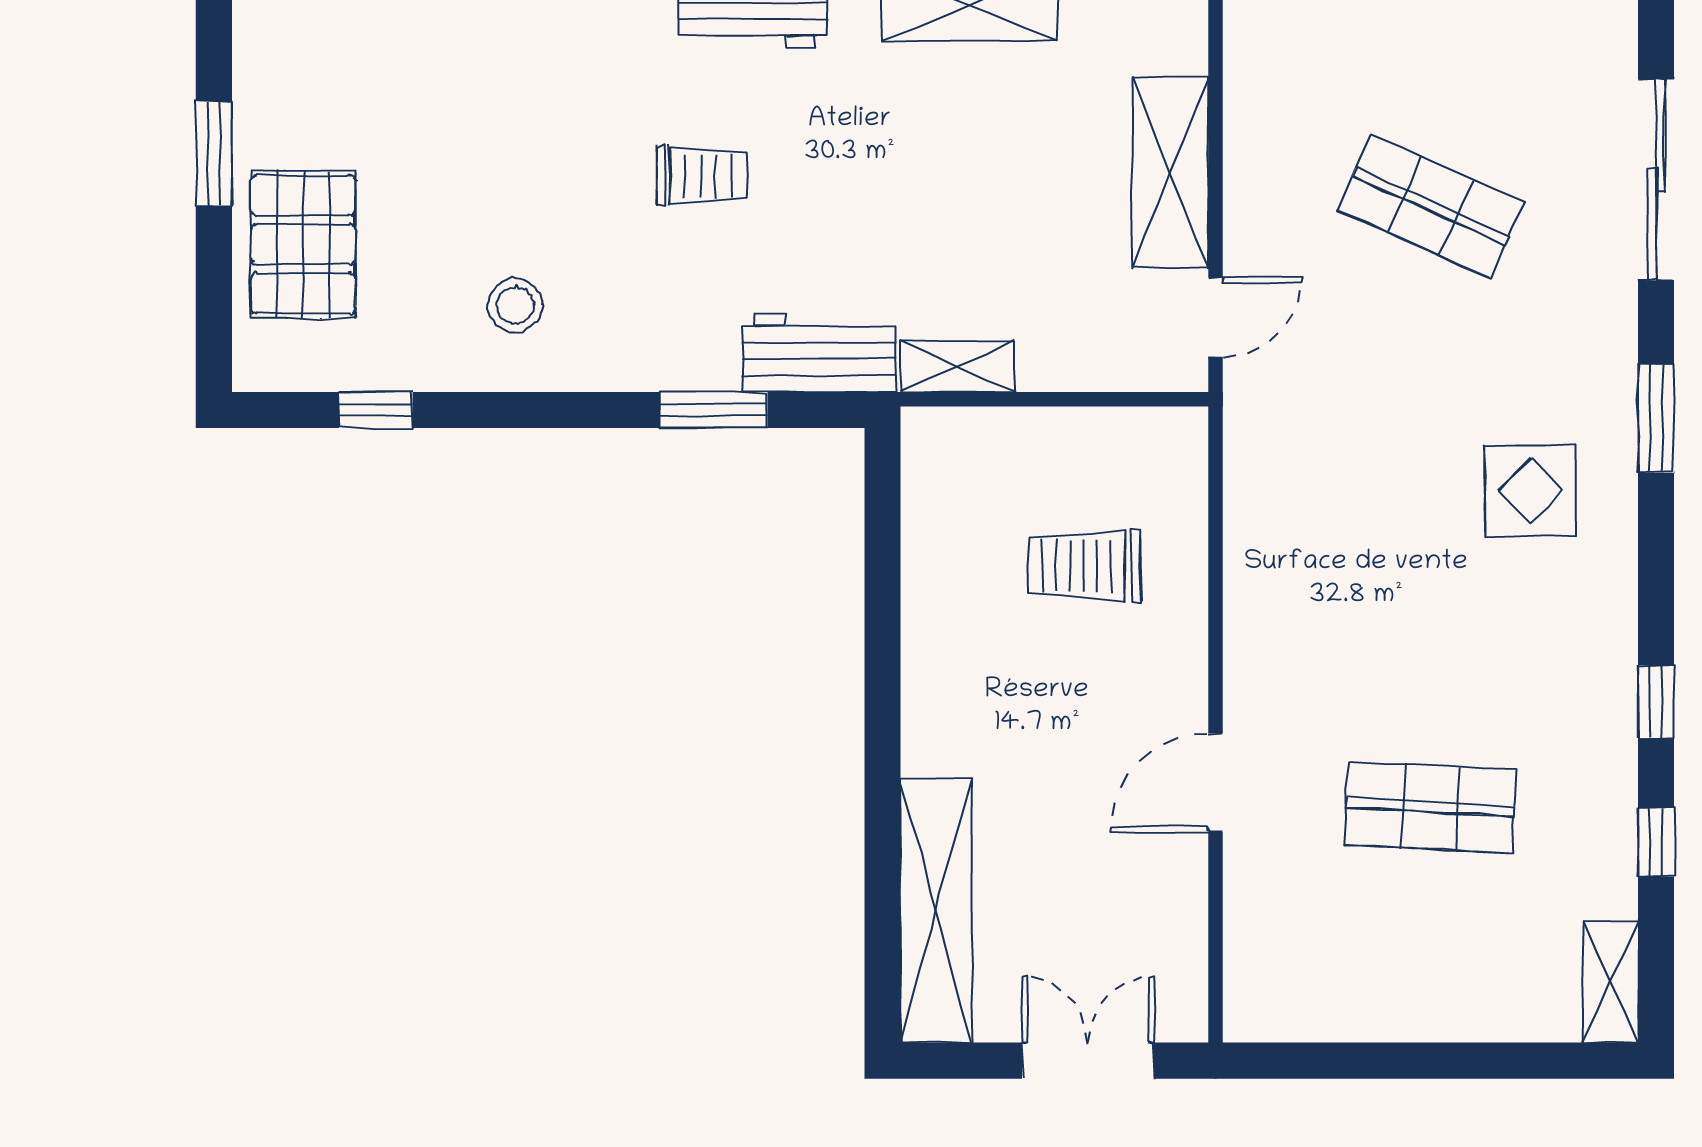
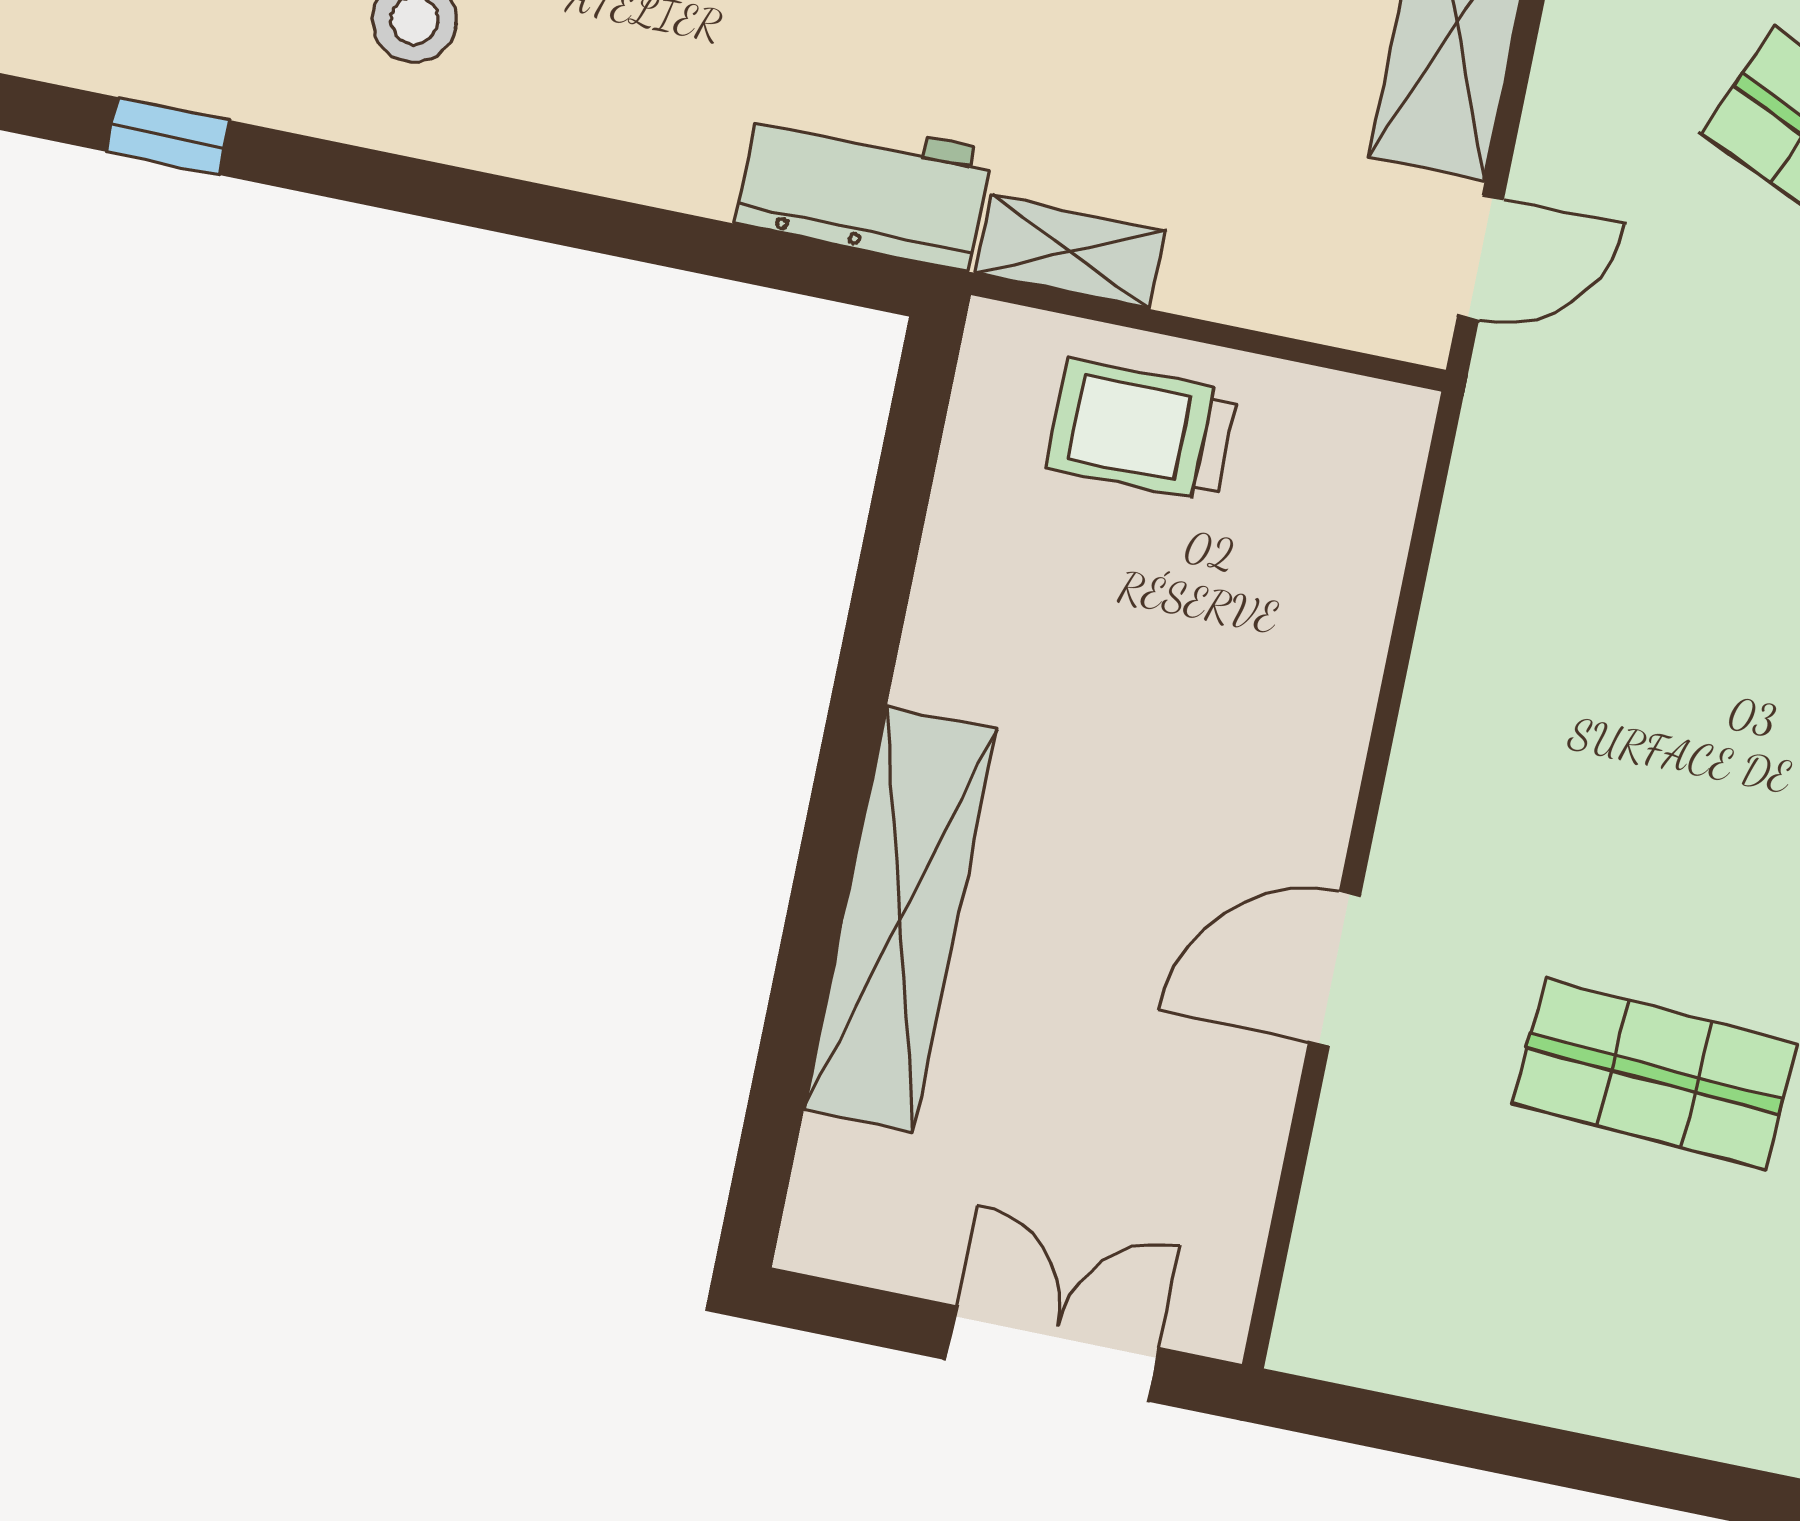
window: (714, 410) -> (685, 242), removed
trolley: (1084, 566) -> (1141, 430), moved
shelving: (936, 911) -> (900, 919), moved

